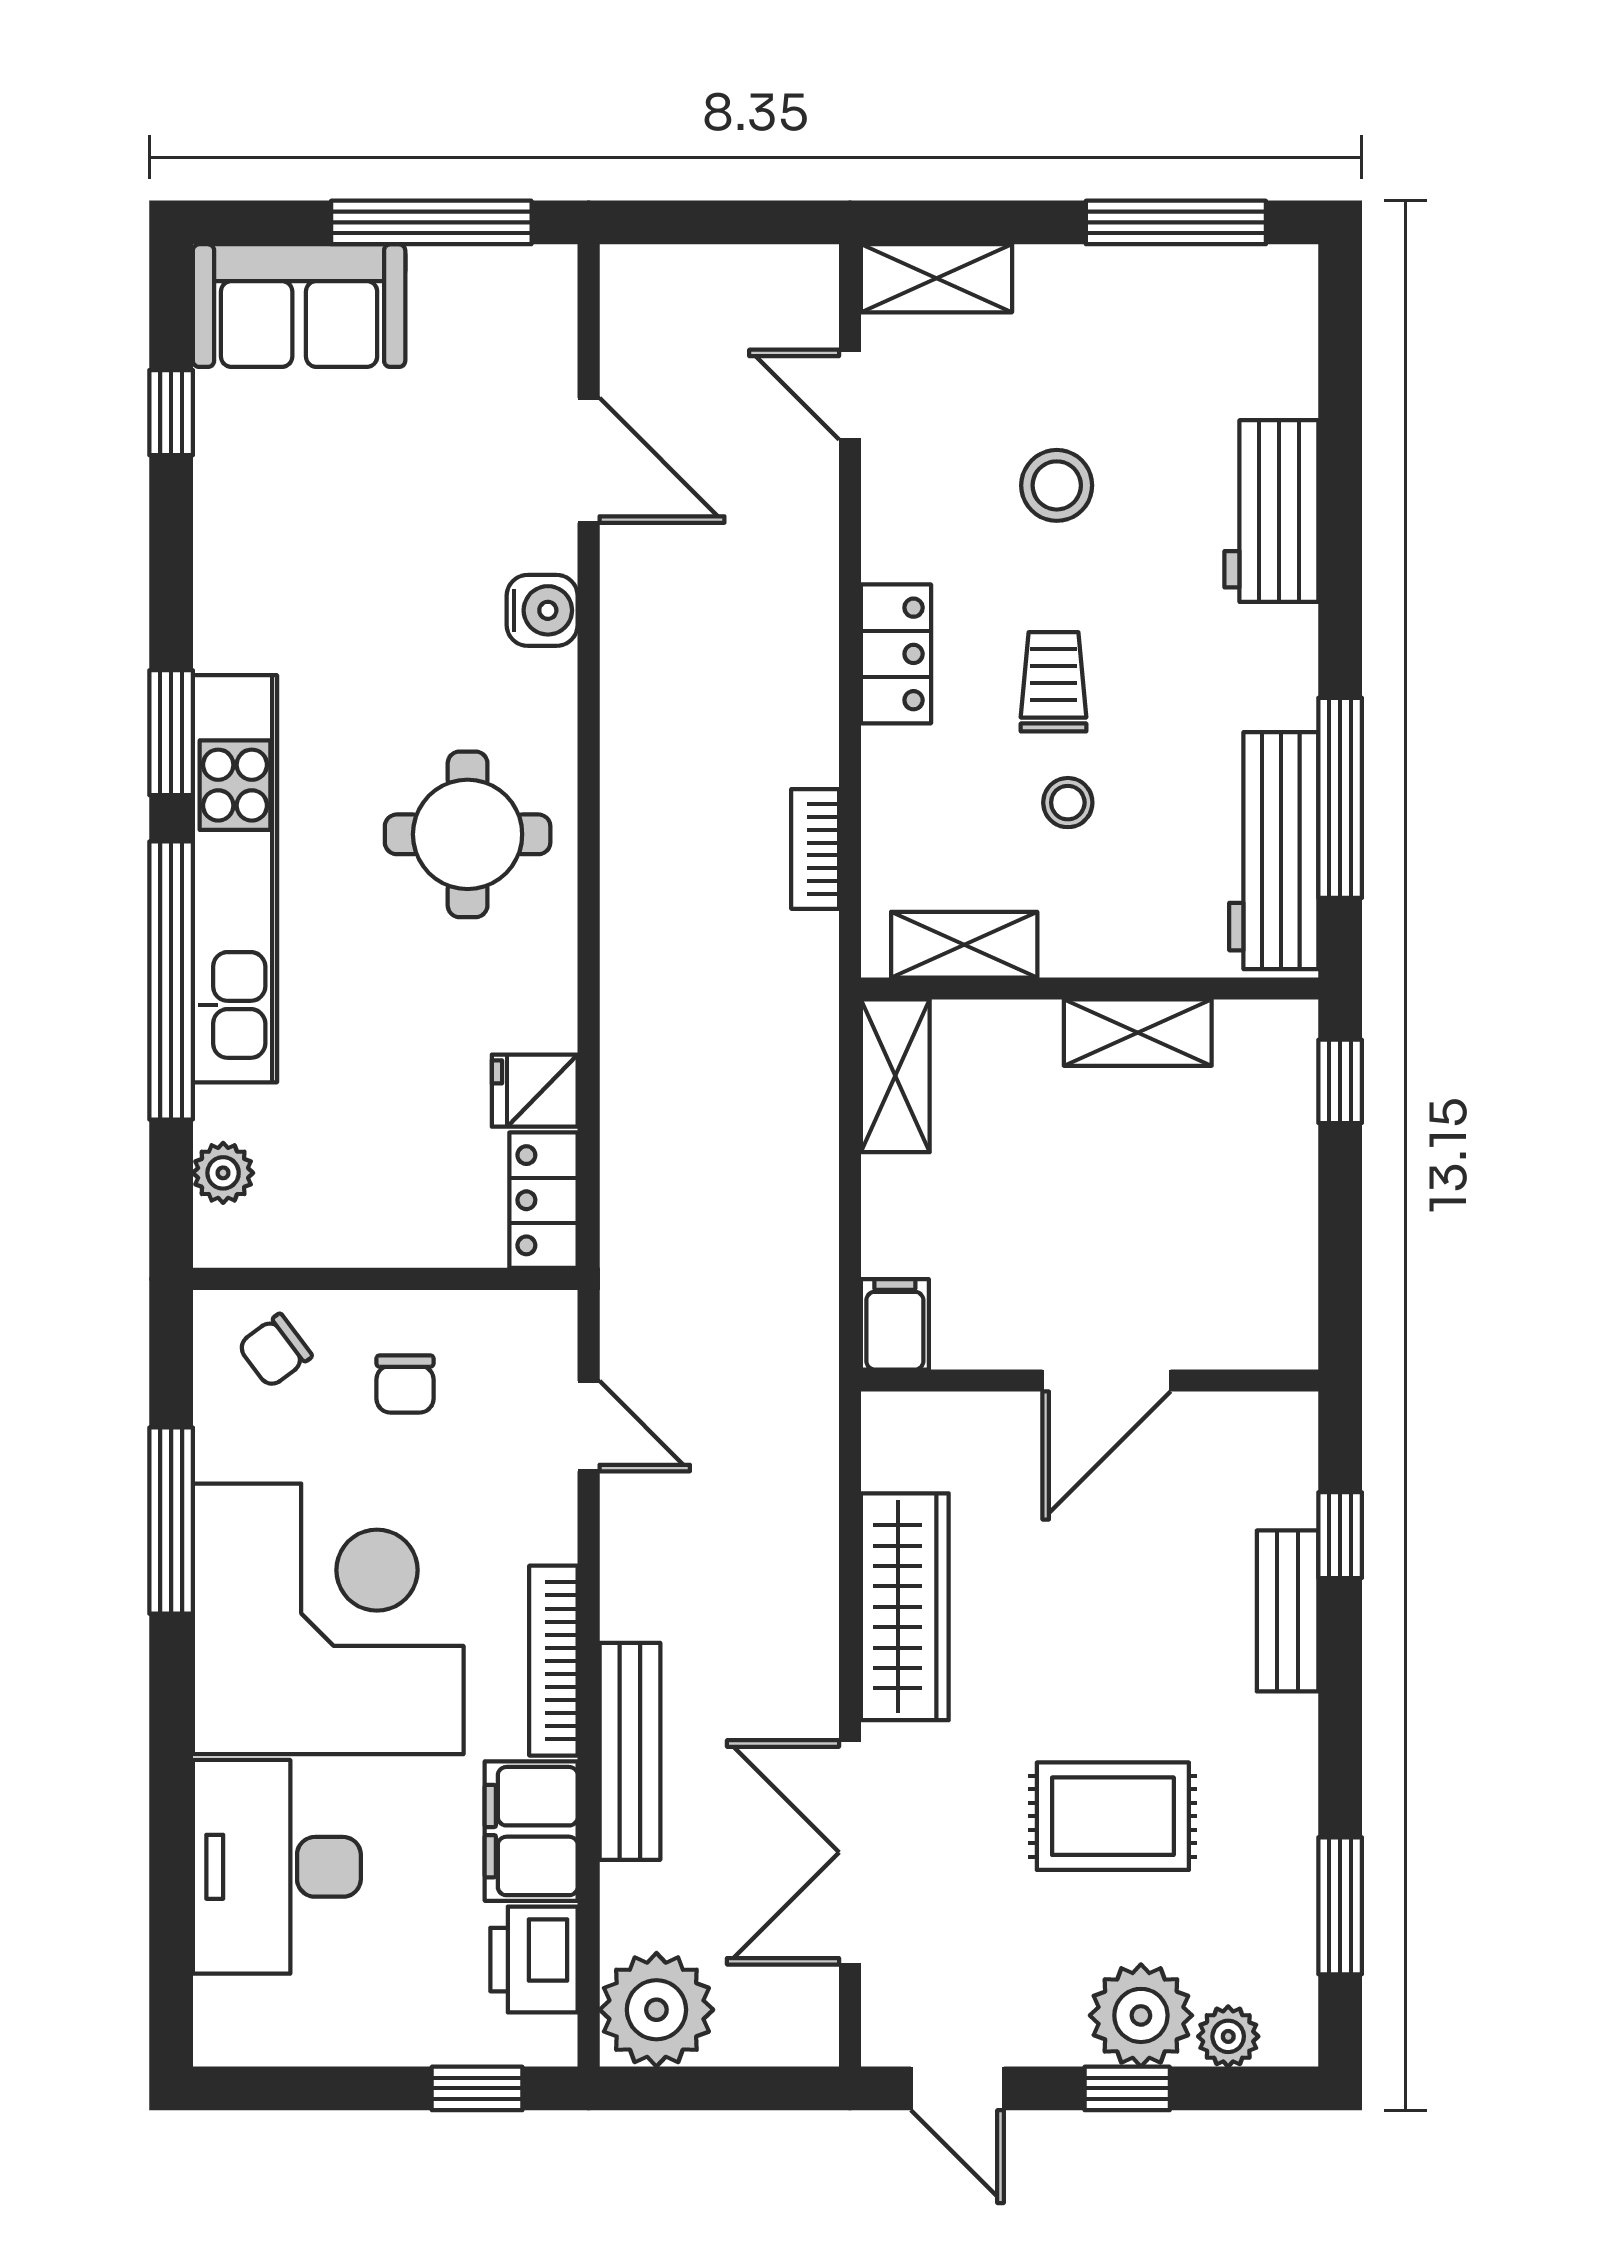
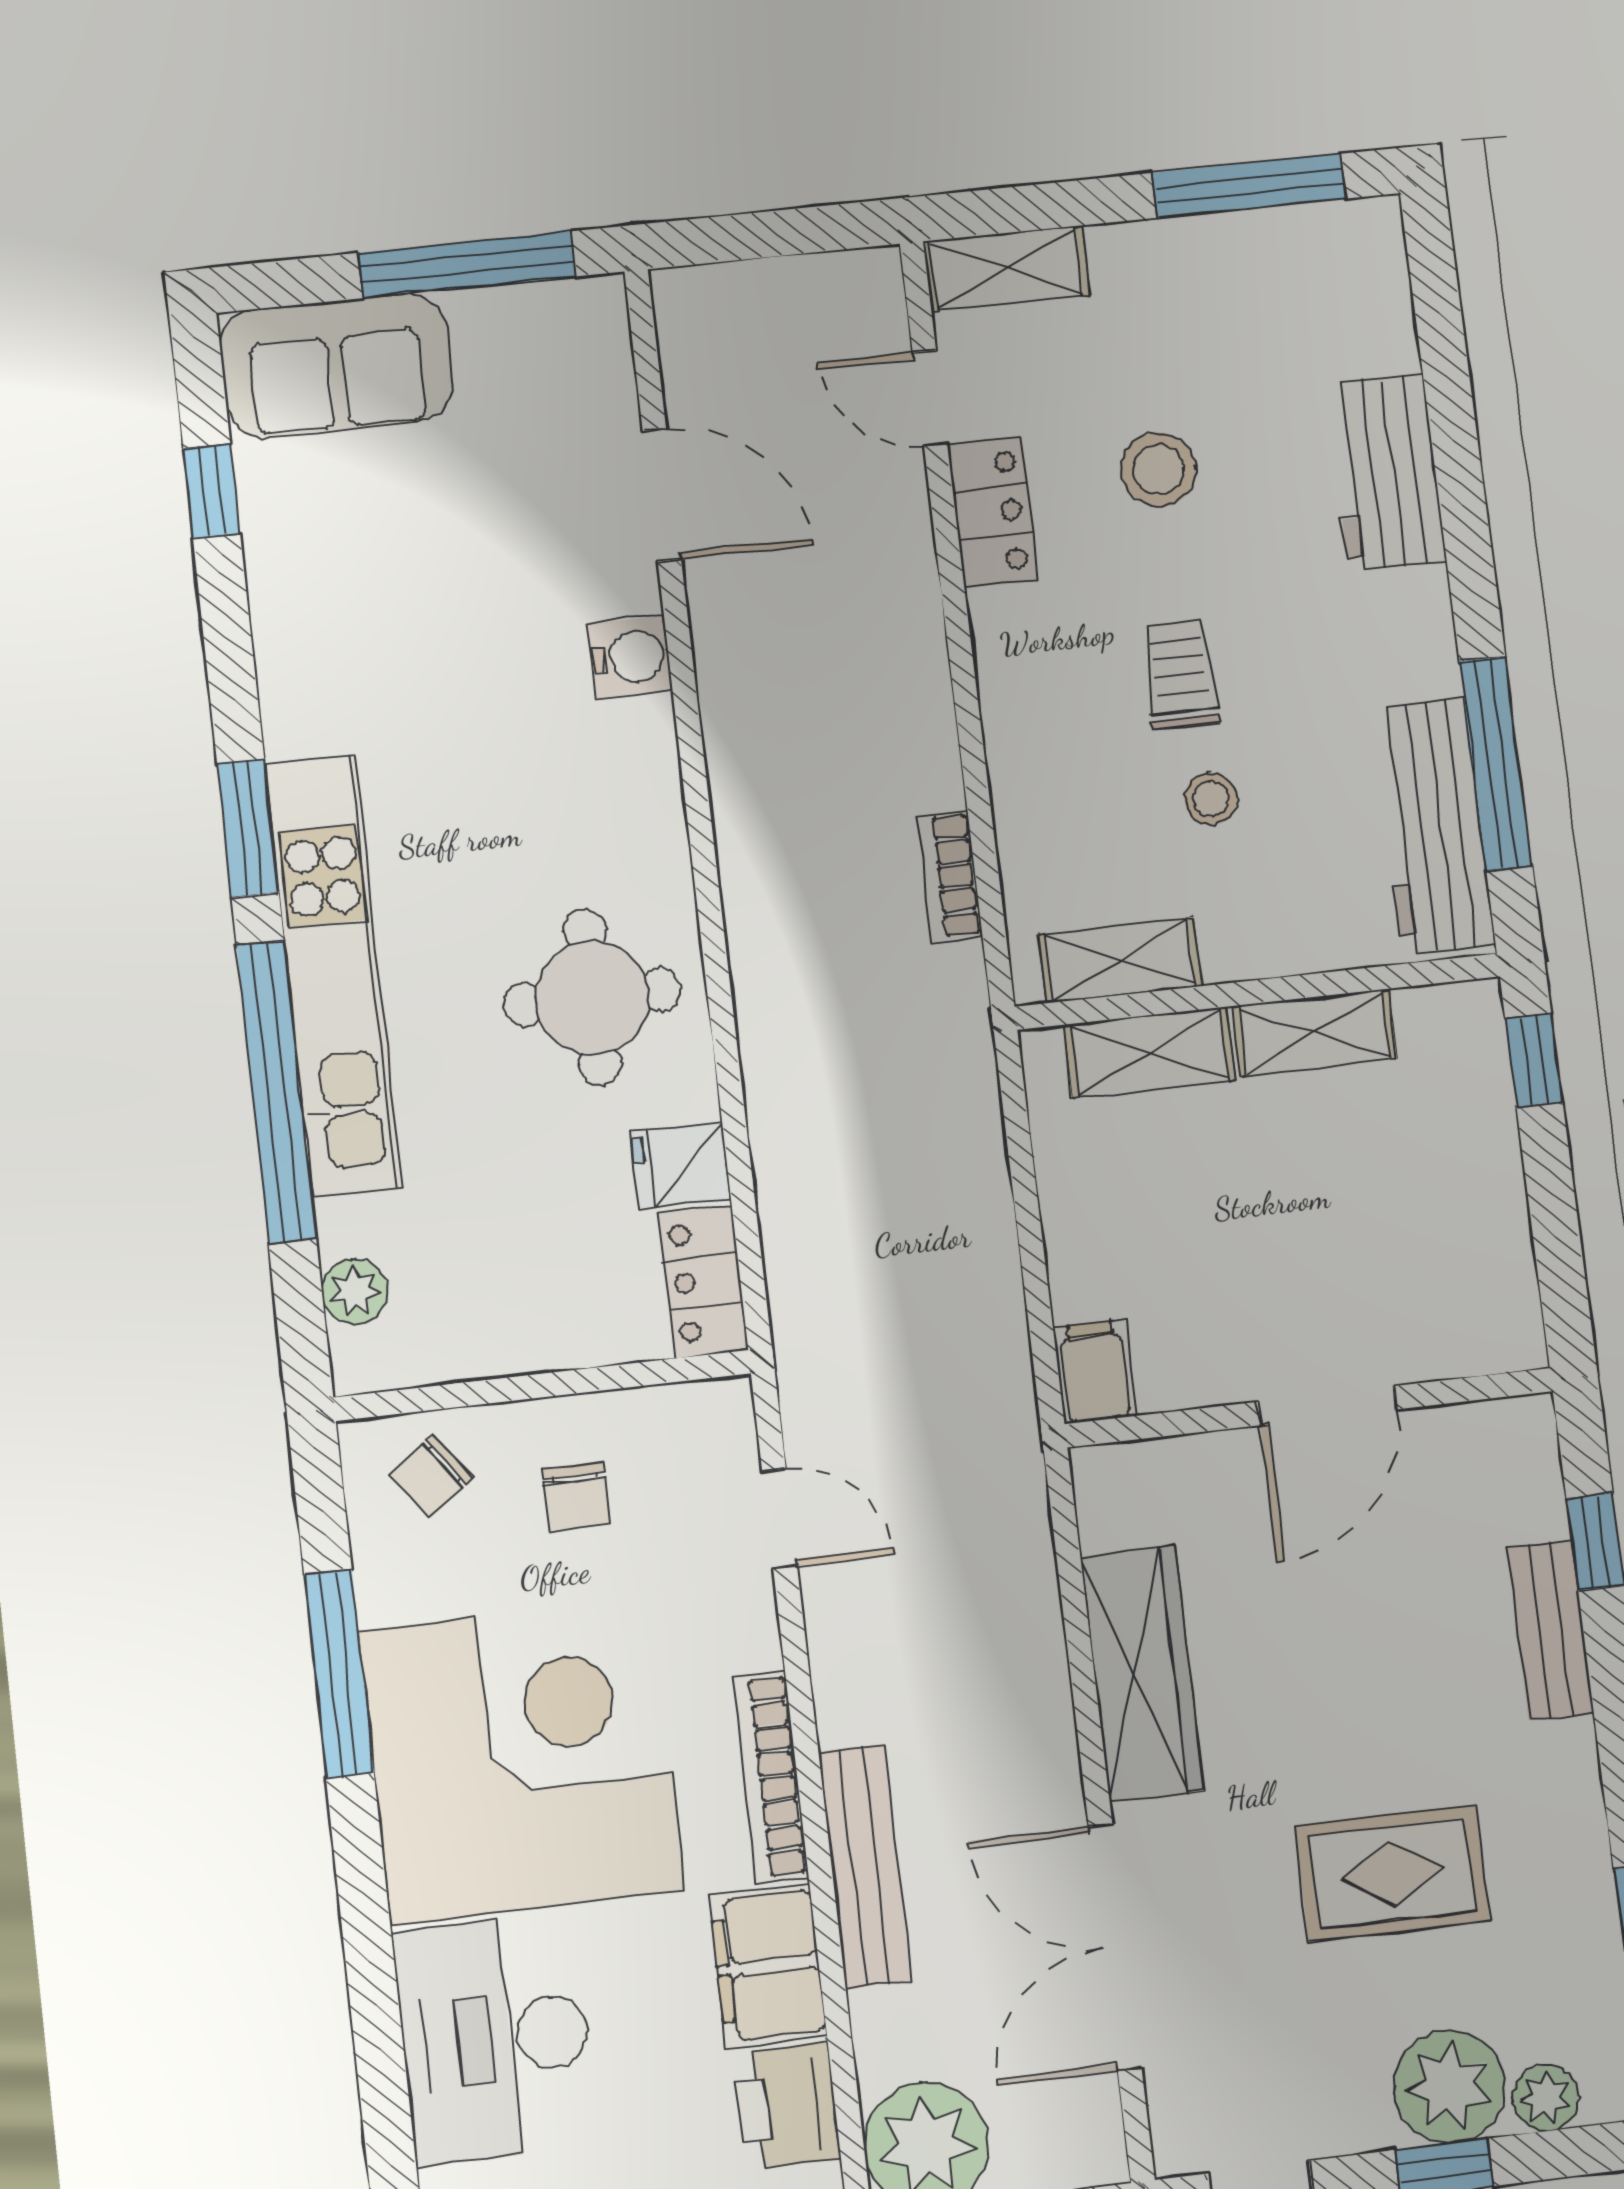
locker: (896, 654) -> (993, 512), moved
round table: (468, 834) -> (593, 997), moved
shelving: (895, 1076) -> (1150, 1052), moved, turned 90

